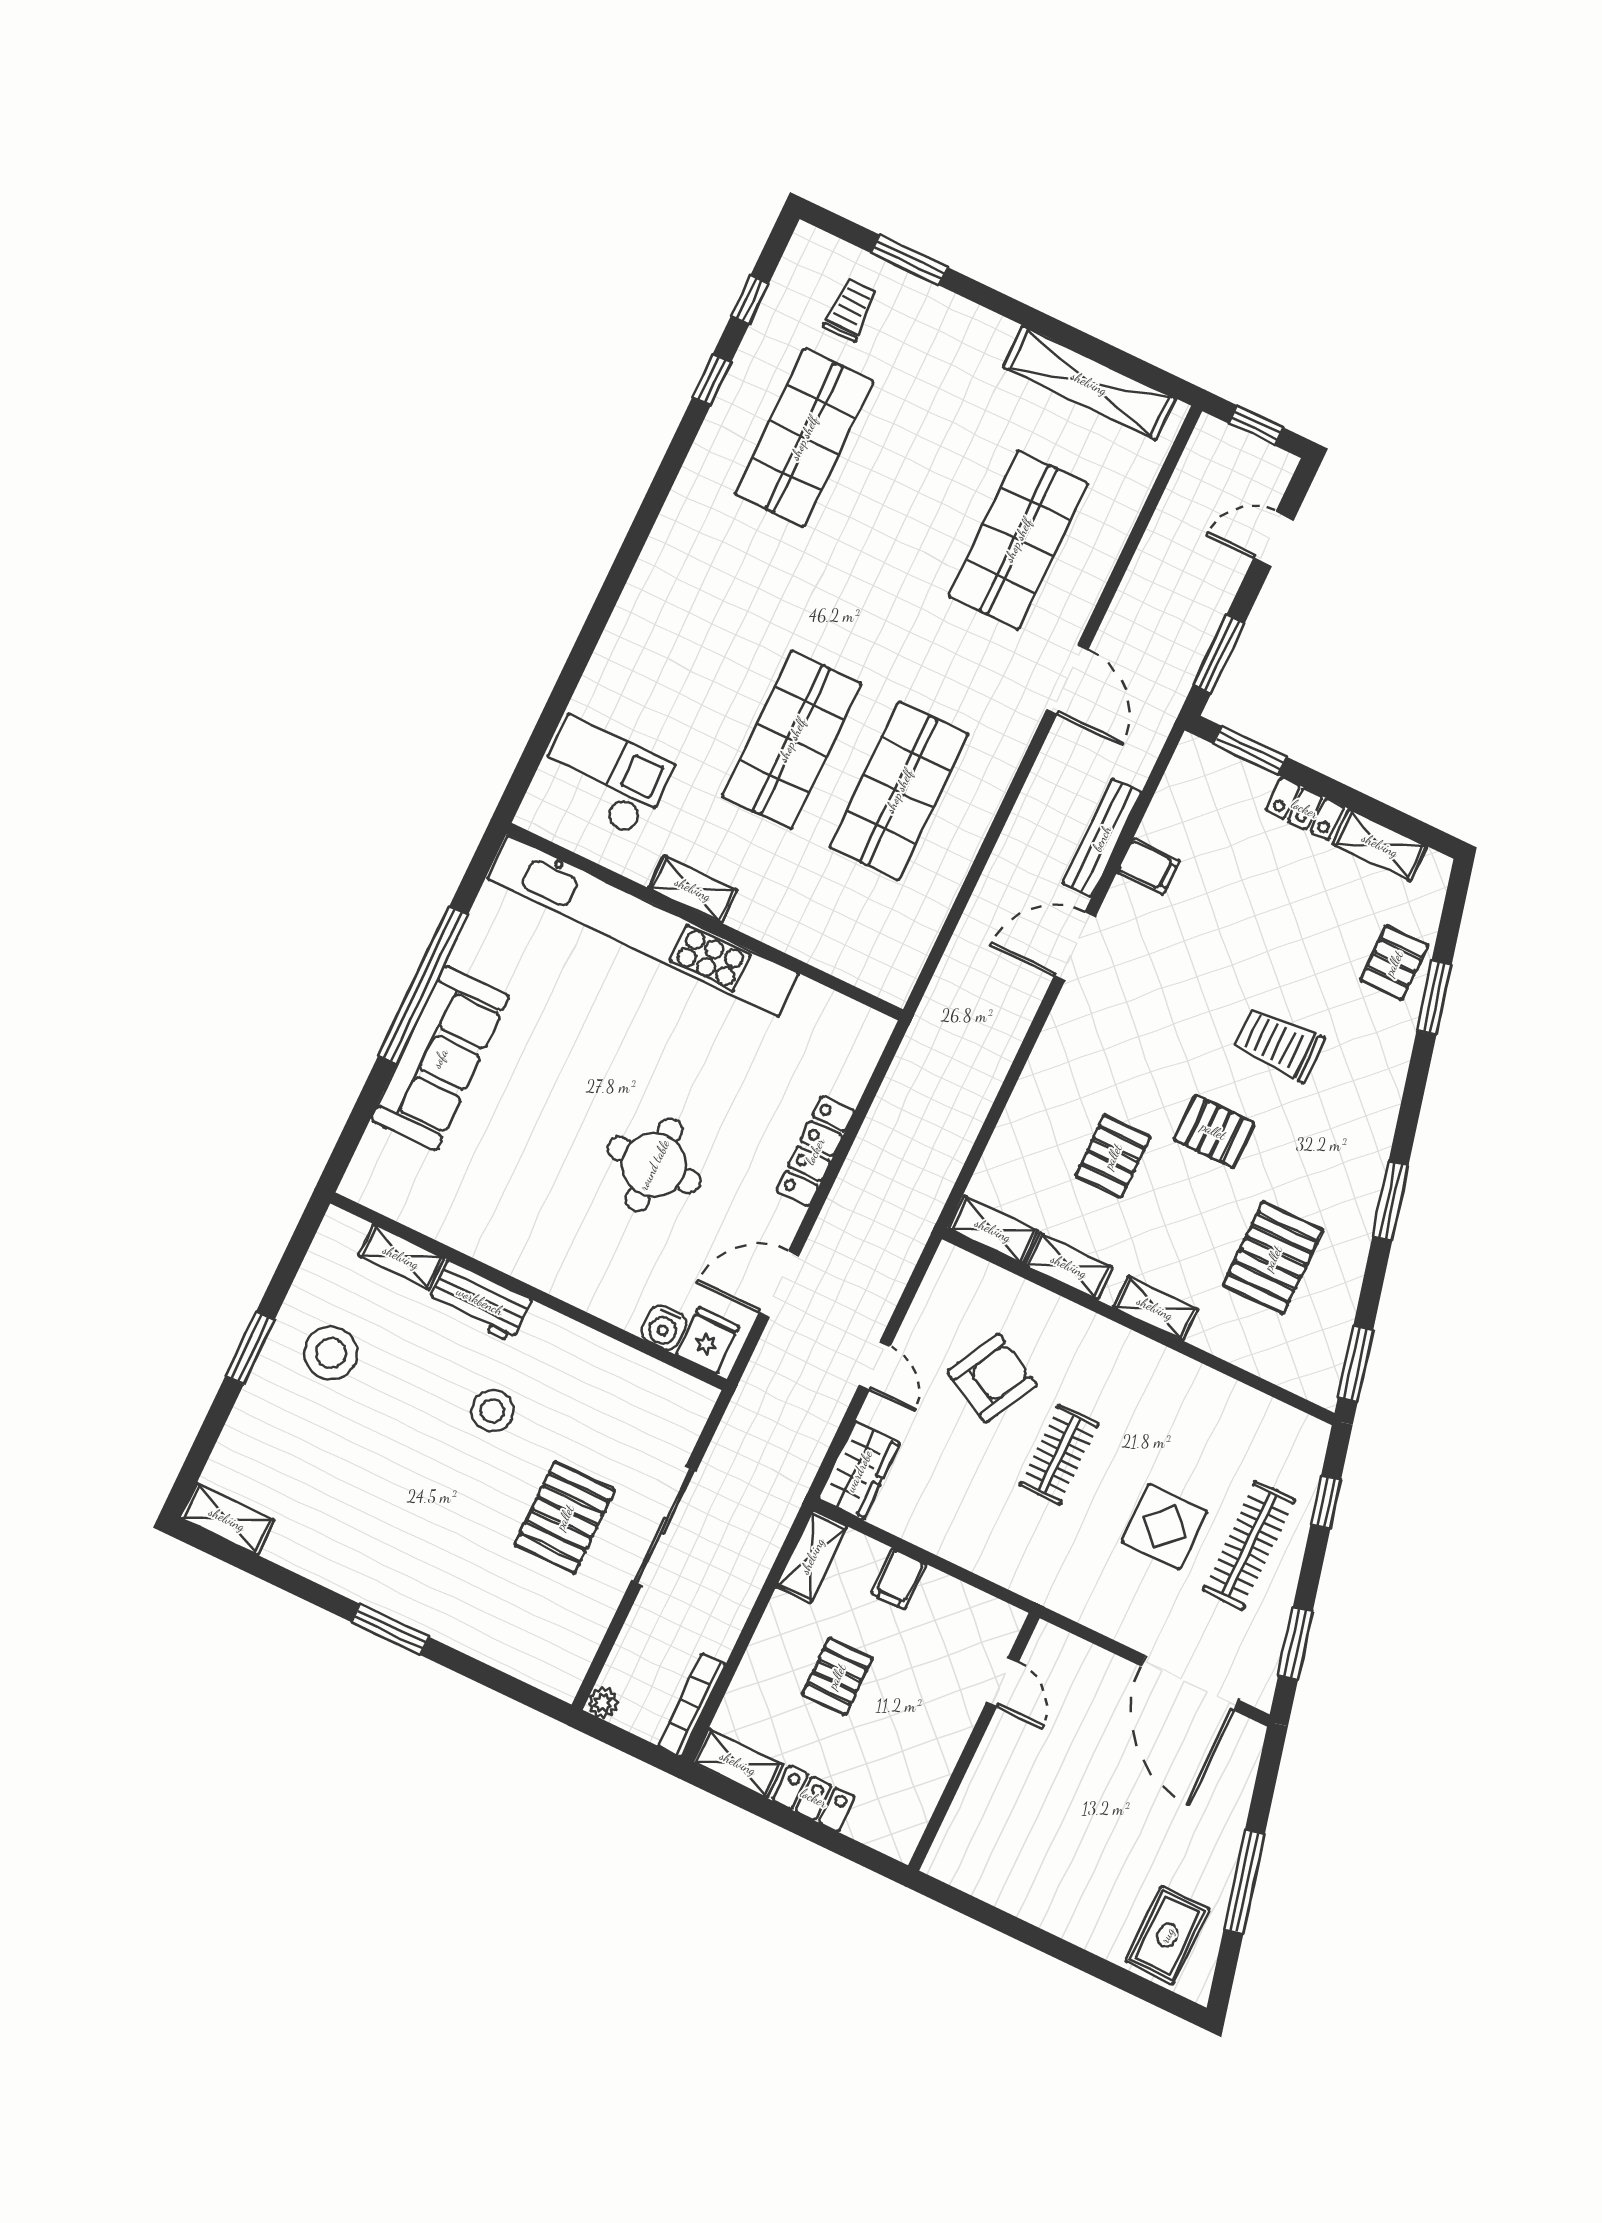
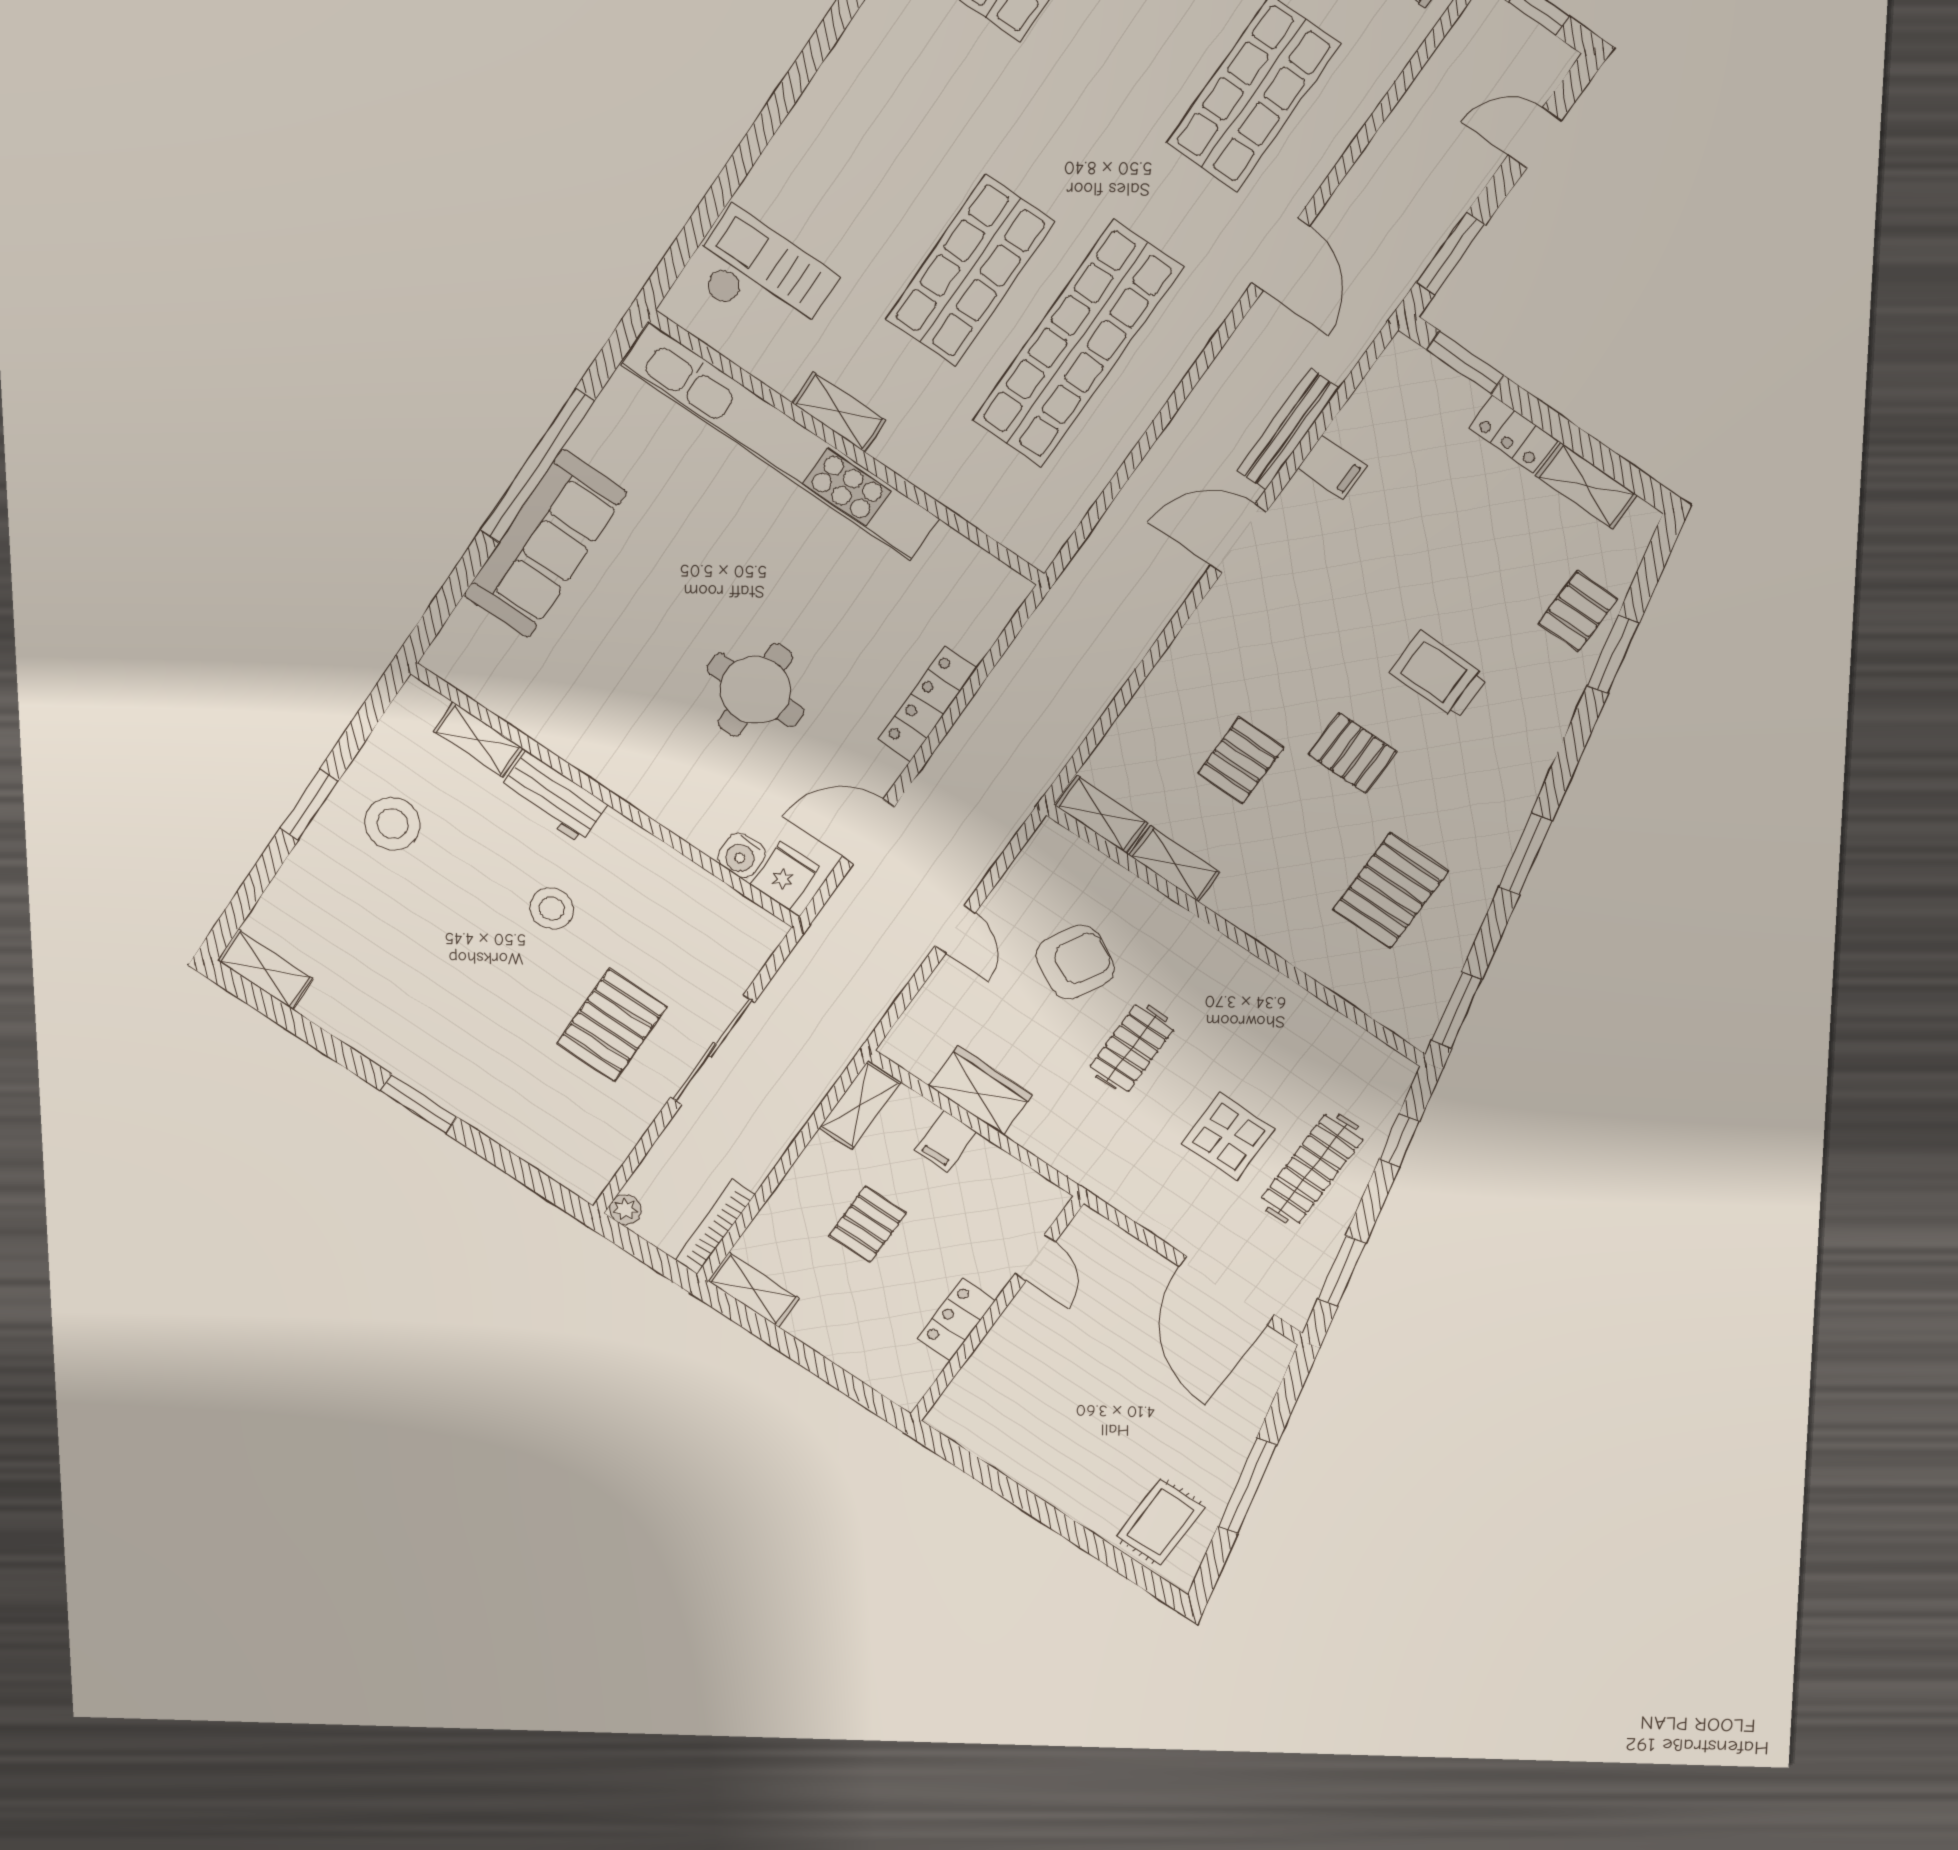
shop shelf: (899, 791) -> (1077, 344), width x1.40
shelving: (1155, 1308) -> (1258, 921), removed
wardrobe: (859, 1471) -> (981, 1090), moved, turned -90
locker: (814, 1798) -> (956, 1320), moved, turned -90

